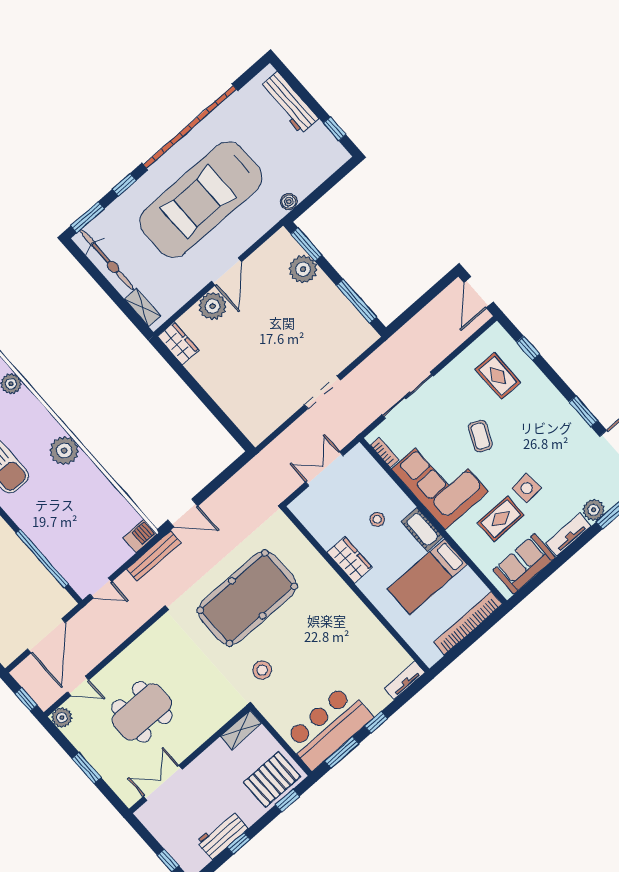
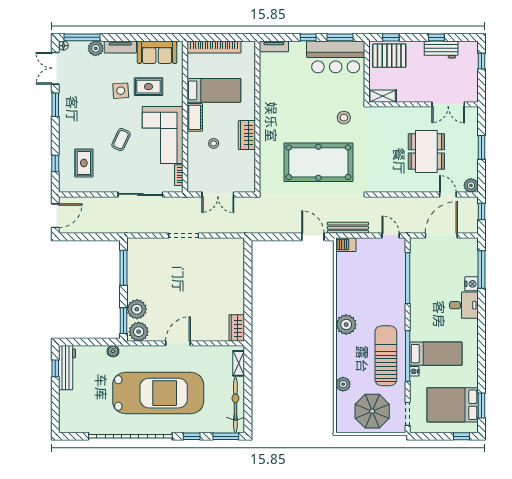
workbench: (289, 103) -> (67, 368), moved
plant: (213, 306) -> (139, 332), moved
dining table: (142, 712) -> (426, 151), turned 90

